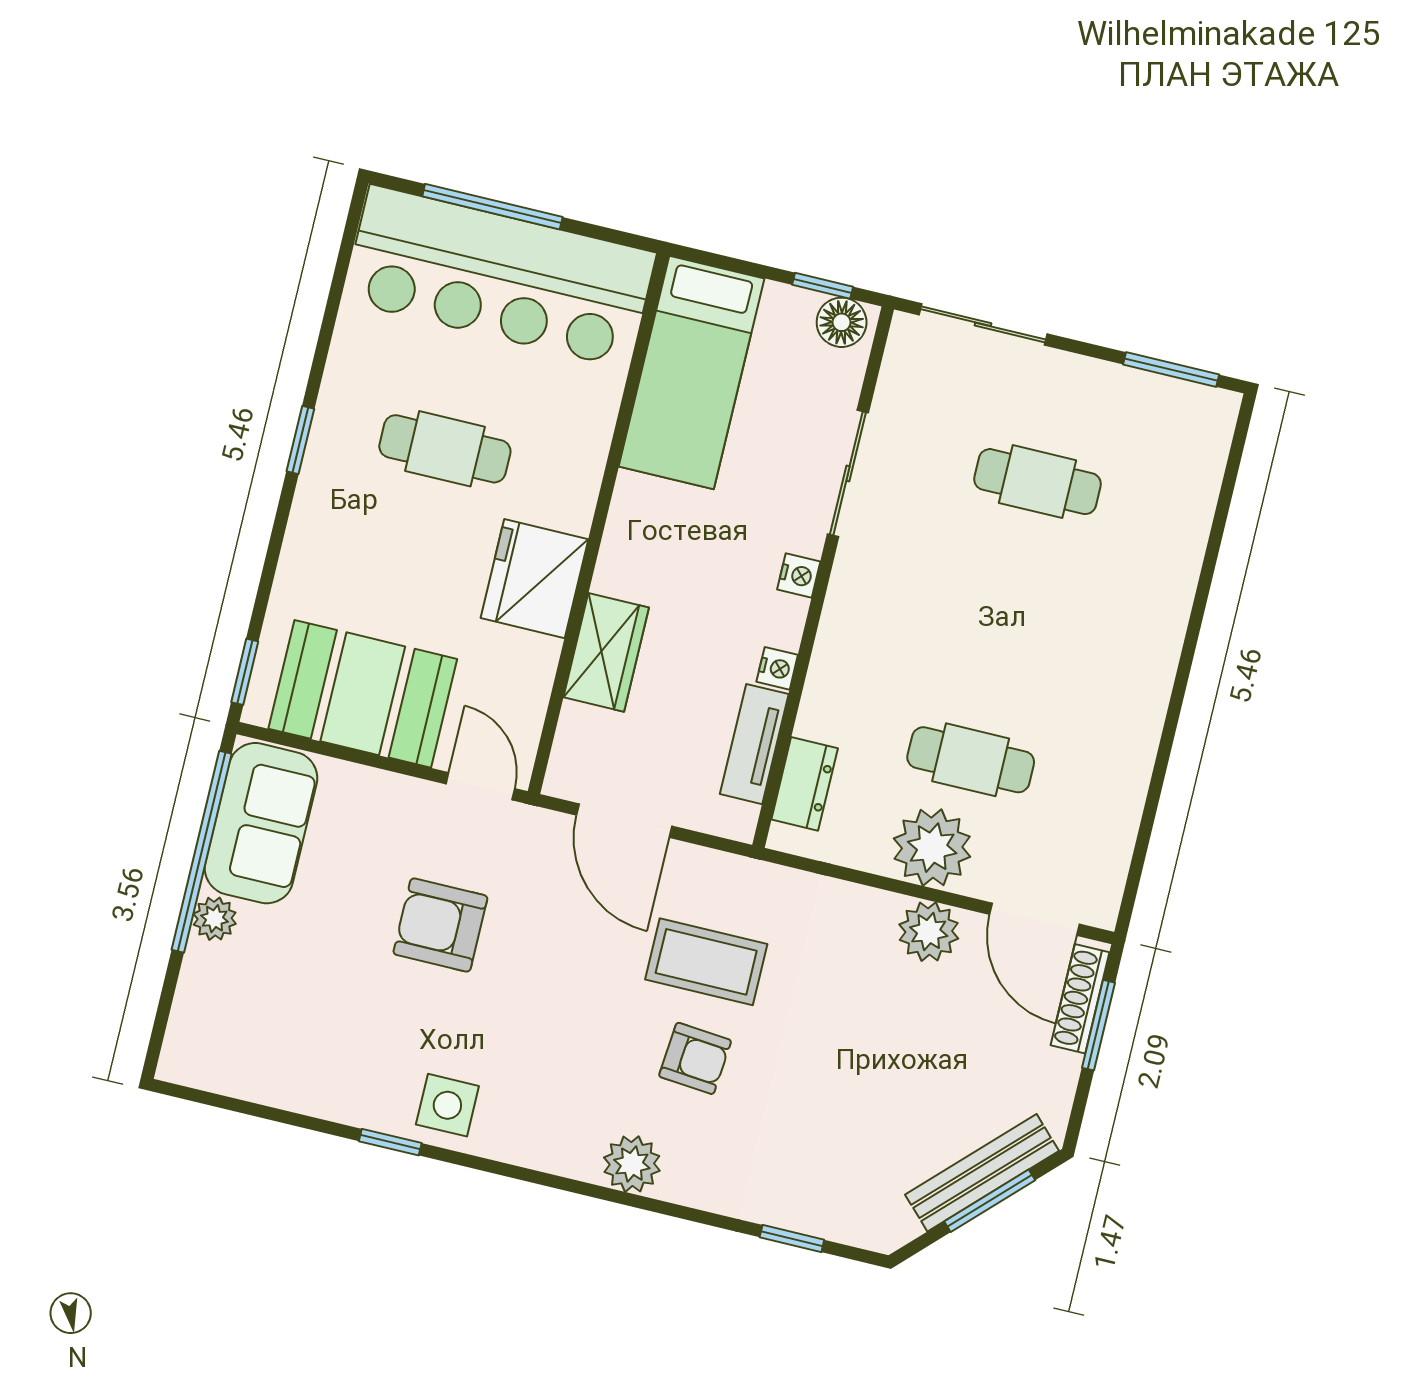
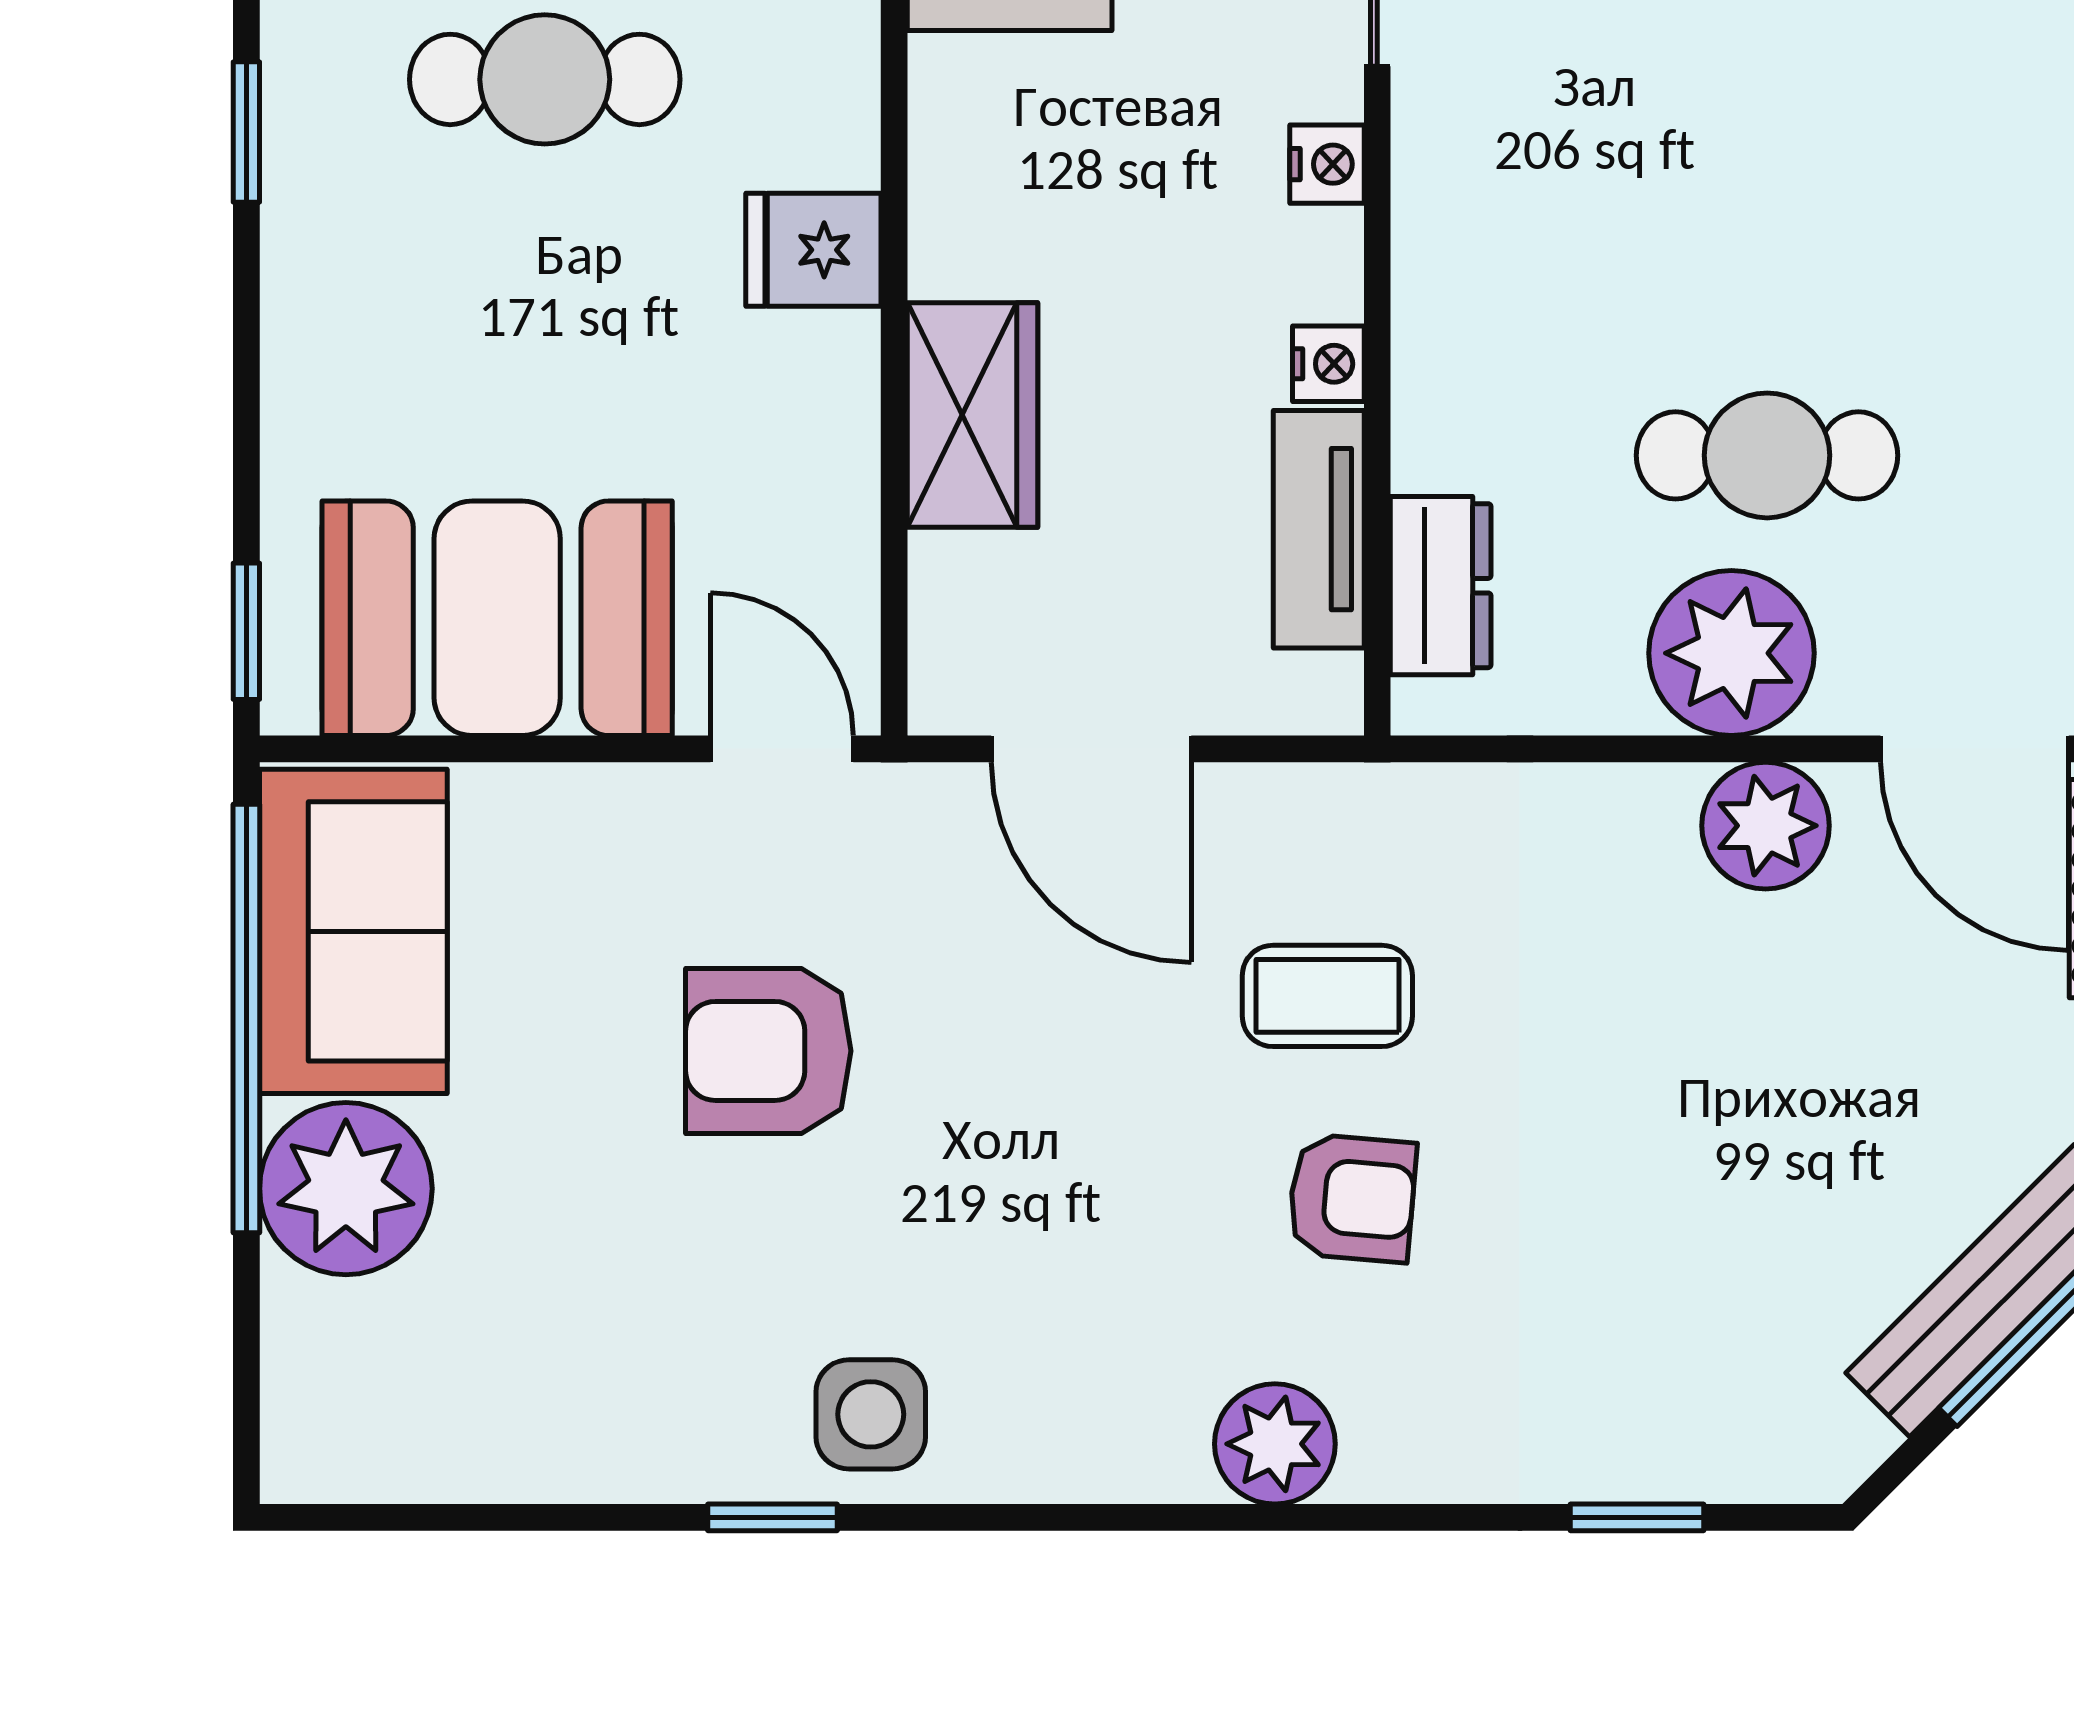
fridge: (534, 579) -> (813, 250), width x0.53, depth x0.75
plant: (215, 919) -> (346, 1189), width x1.88, depth x1.88
coffee table: (706, 962) -> (1327, 996), width x0.73, depth x0.77

